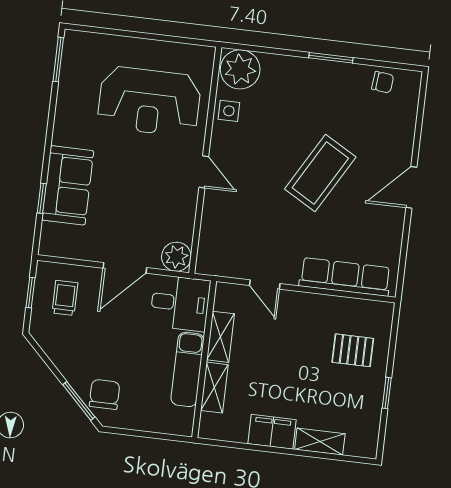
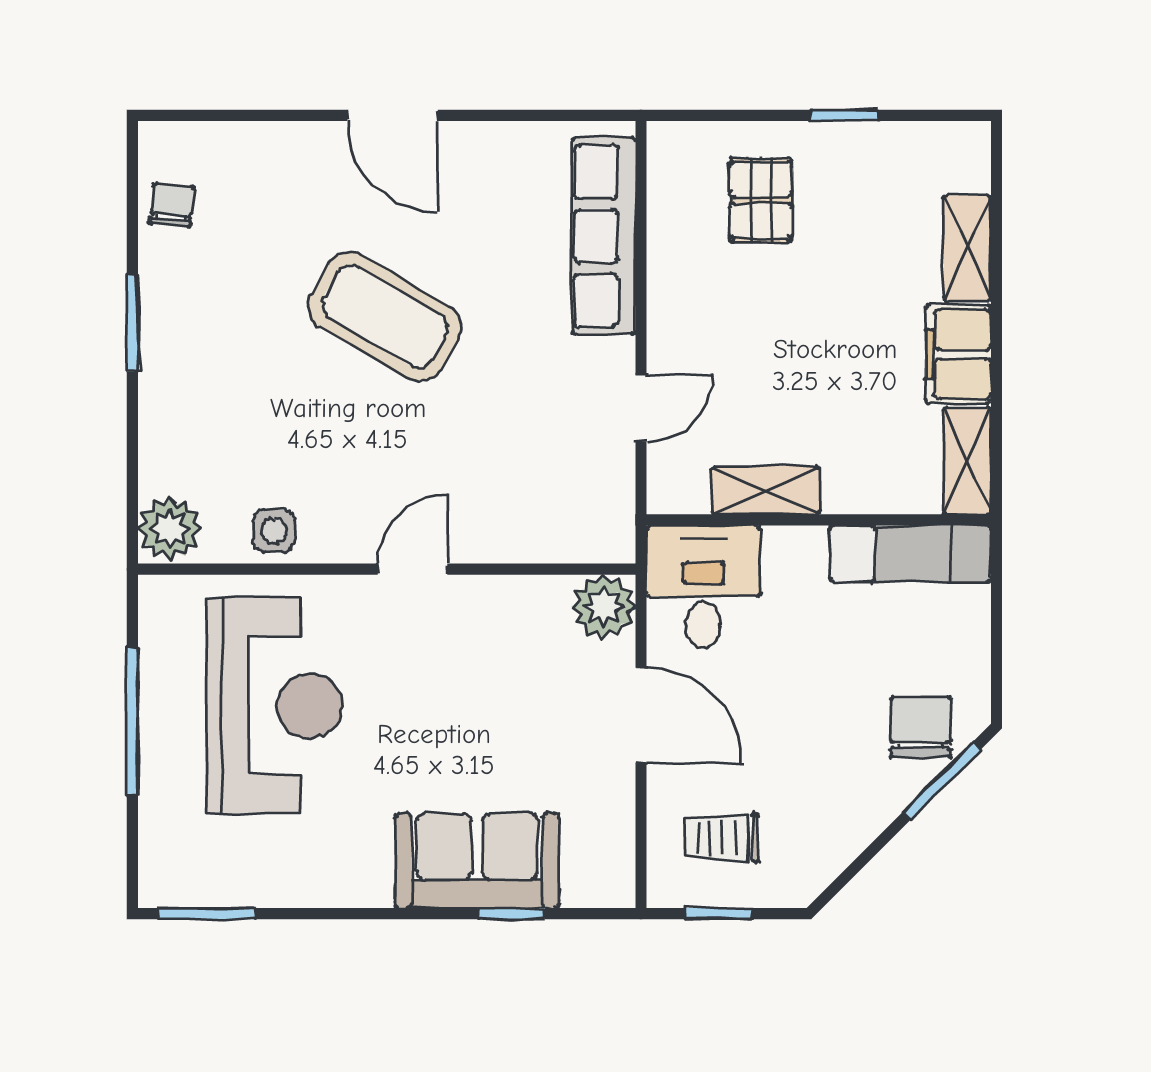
window: (150, 36) -> (132, 721), added
plant: (240, 69) -> (170, 528), width x0.73, depth x0.73
exam couch: (187, 369) -> (910, 554), moved
shelving: (214, 388) -> (967, 461), moved, turned 90
chair: (105, 394) -> (921, 727), turned 90

